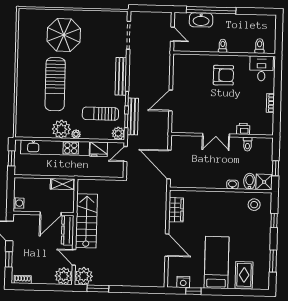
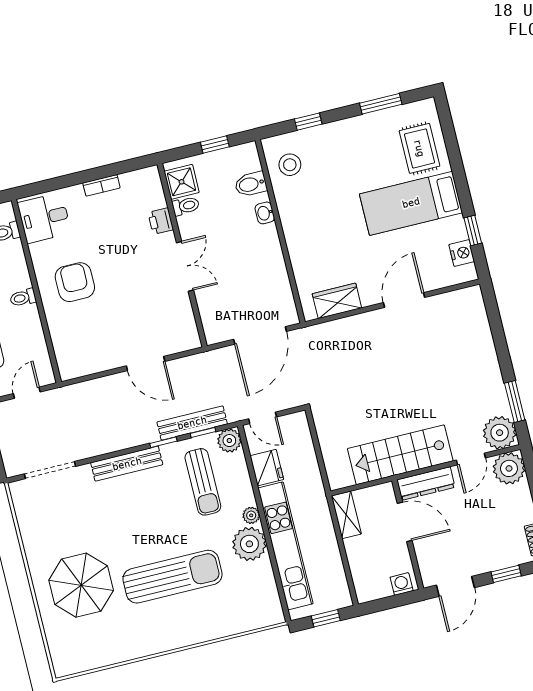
shower: (264, 182) -> (182, 182), moved
rug: (244, 275) -> (419, 148), turned 90

